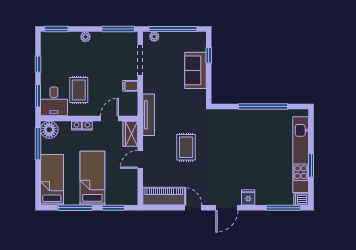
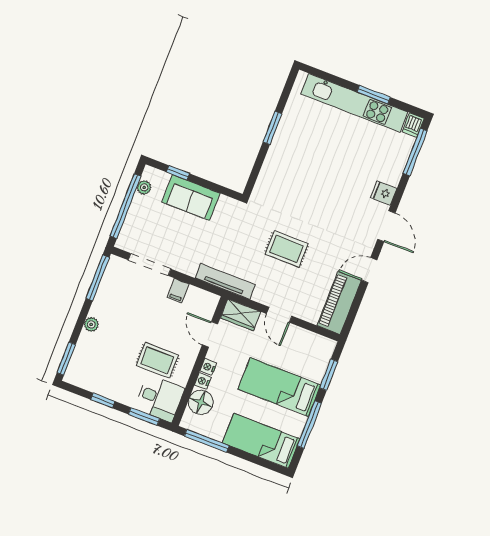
plant: (154, 37) -> (144, 187), moved
window: (263, 107) -> (272, 128), width x0.47
floor lamp: (49, 130) -> (201, 402), moved

